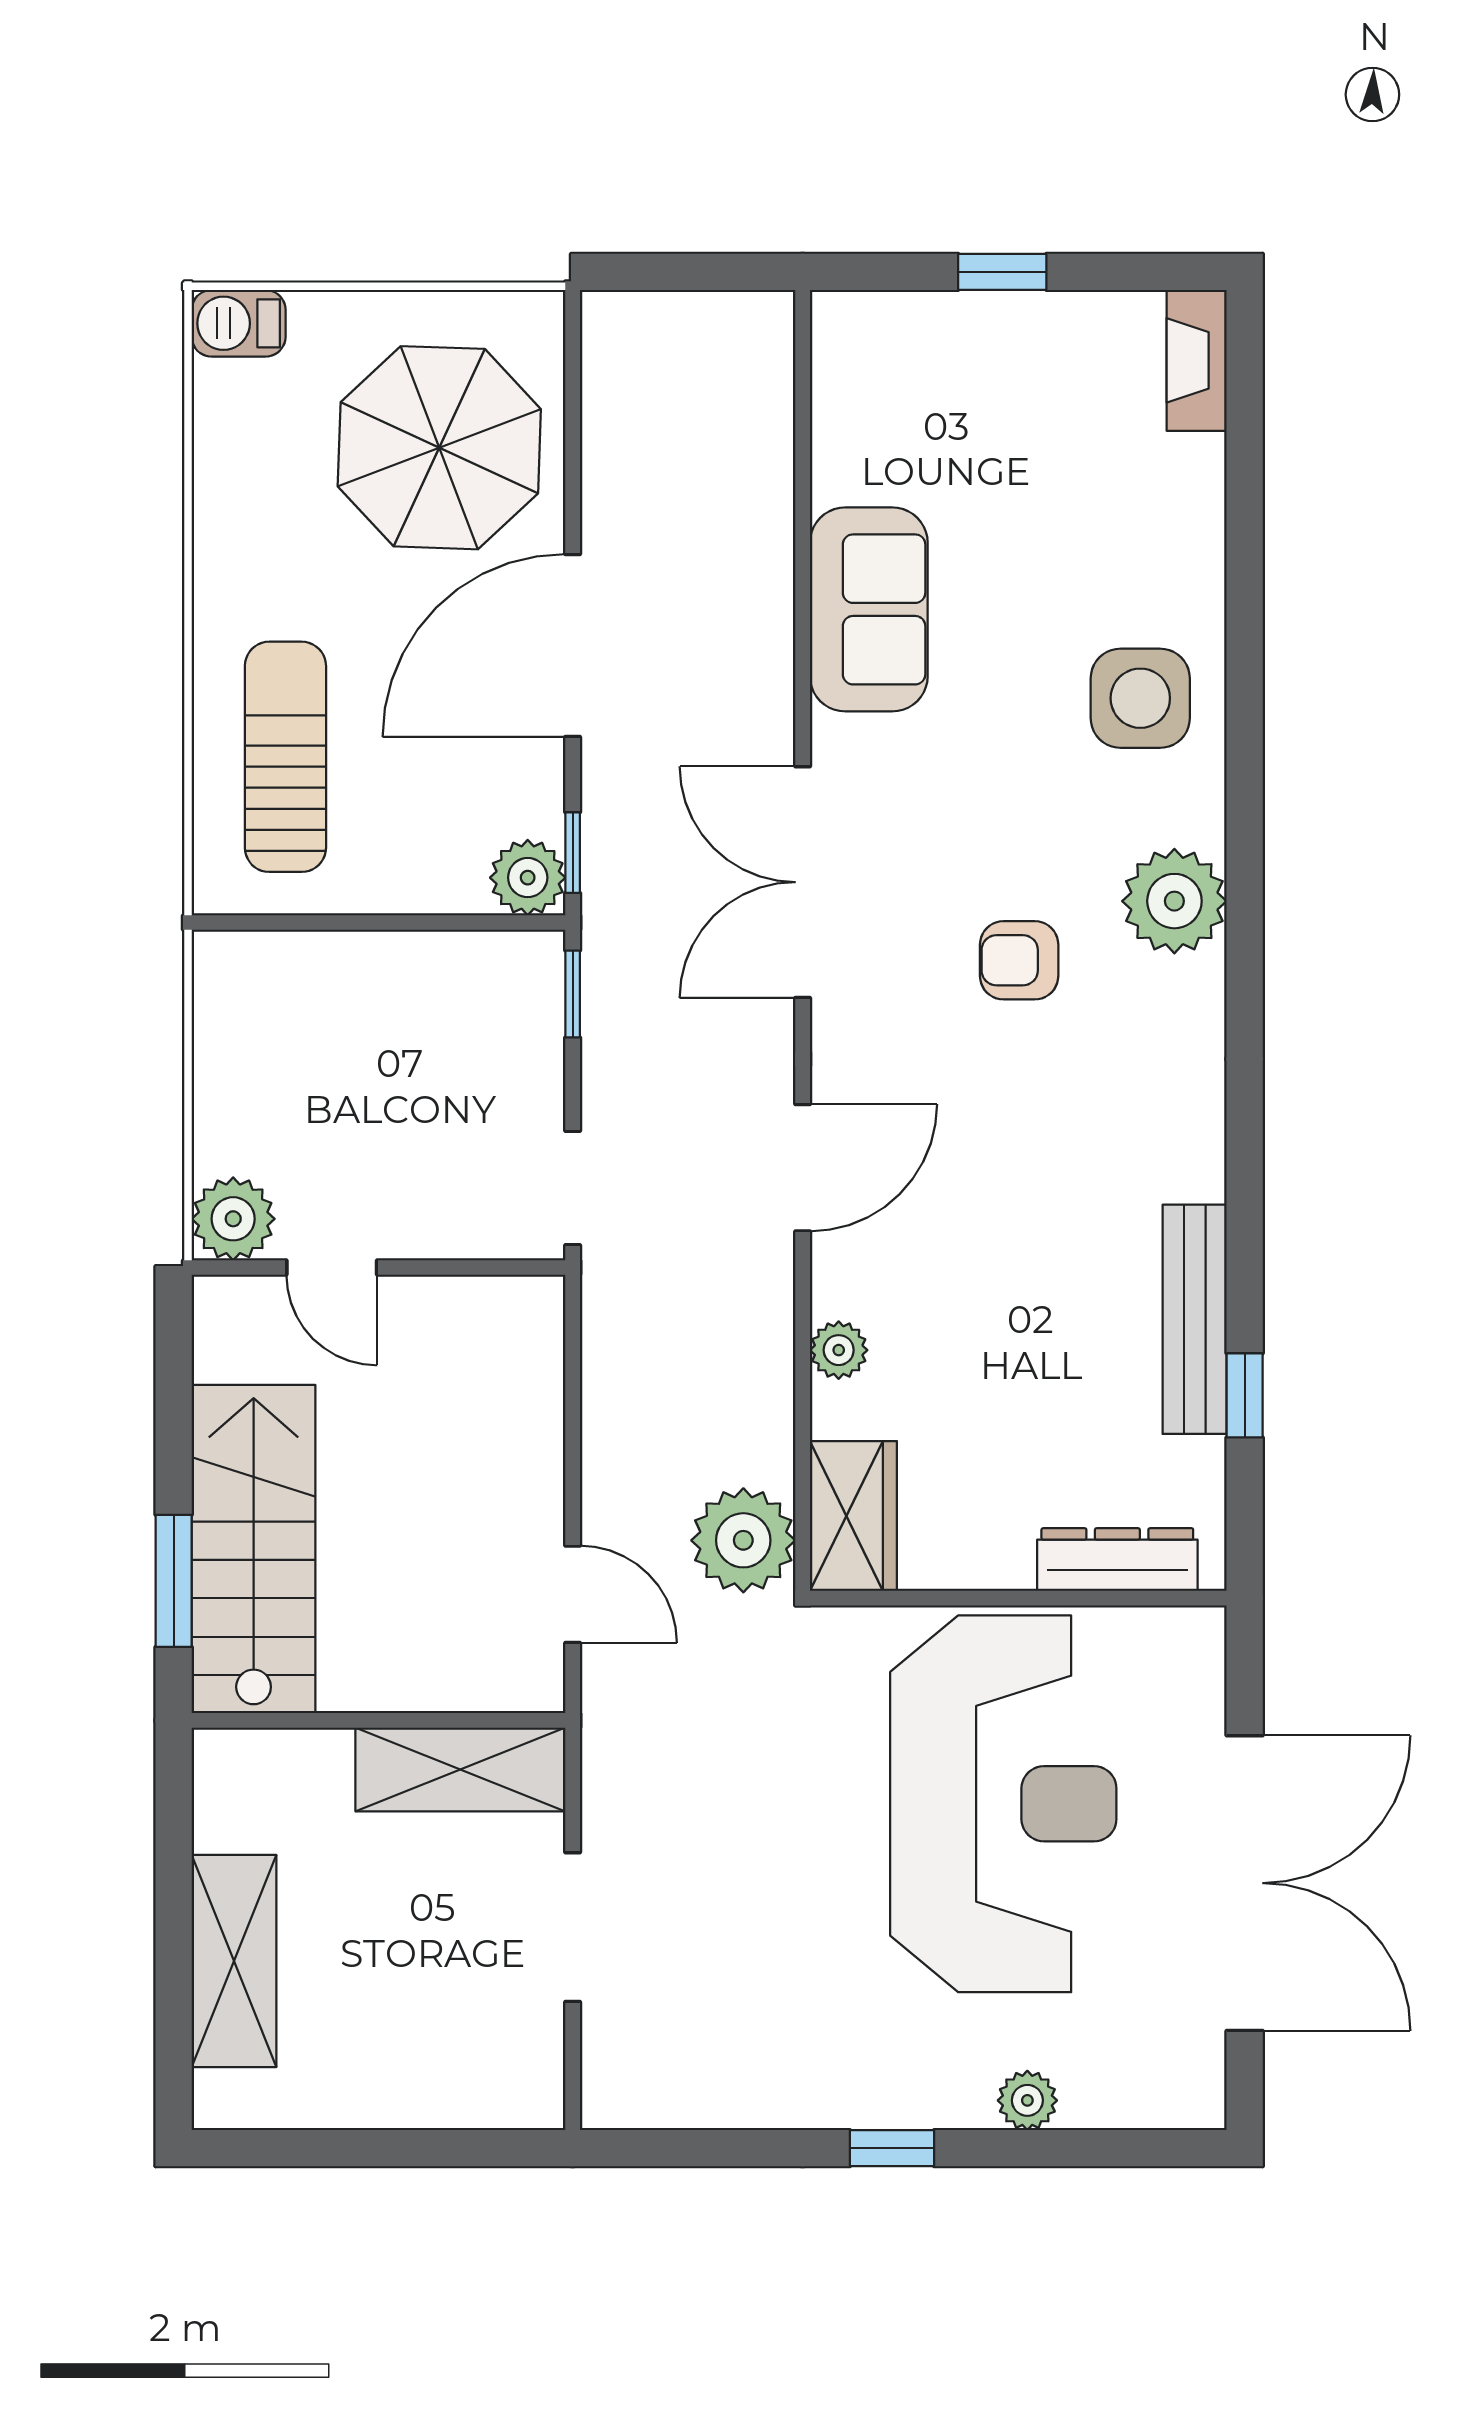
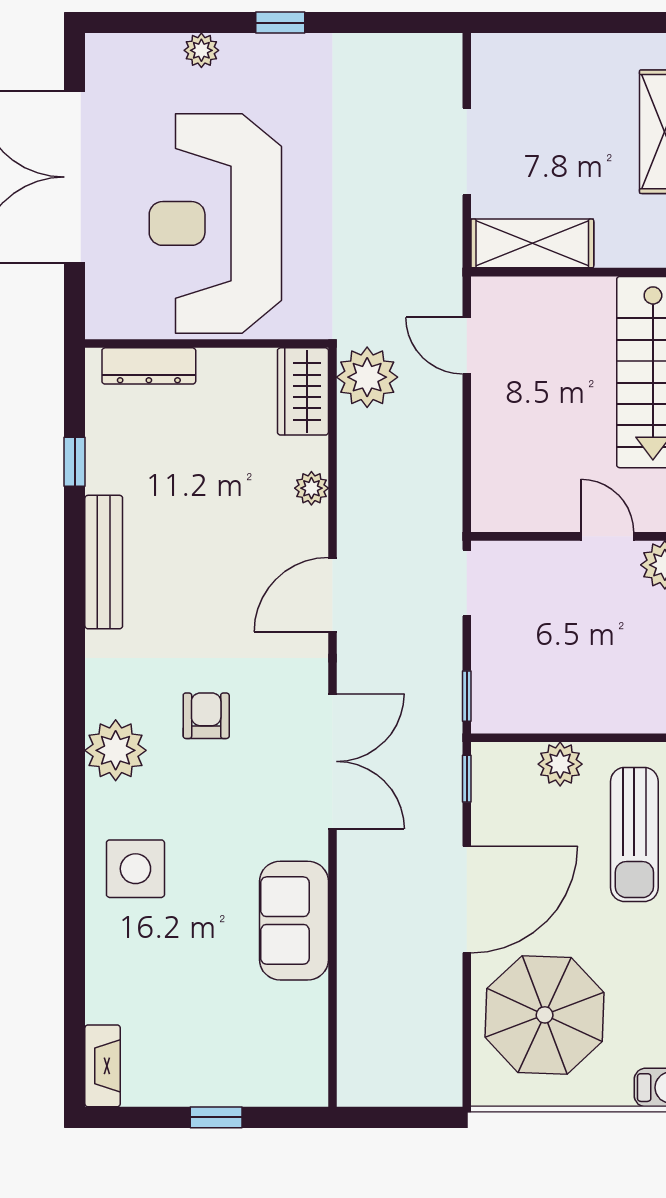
plant: (528, 878) -> (560, 764), moved
armchair: (1019, 960) -> (206, 716), turned -90
bench: (1195, 1319) -> (104, 562), moved

